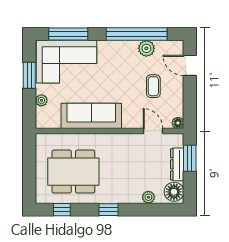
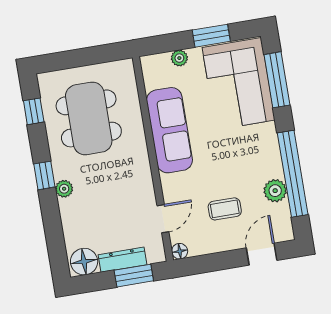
plant: (148, 197) -> (64, 189), moved

